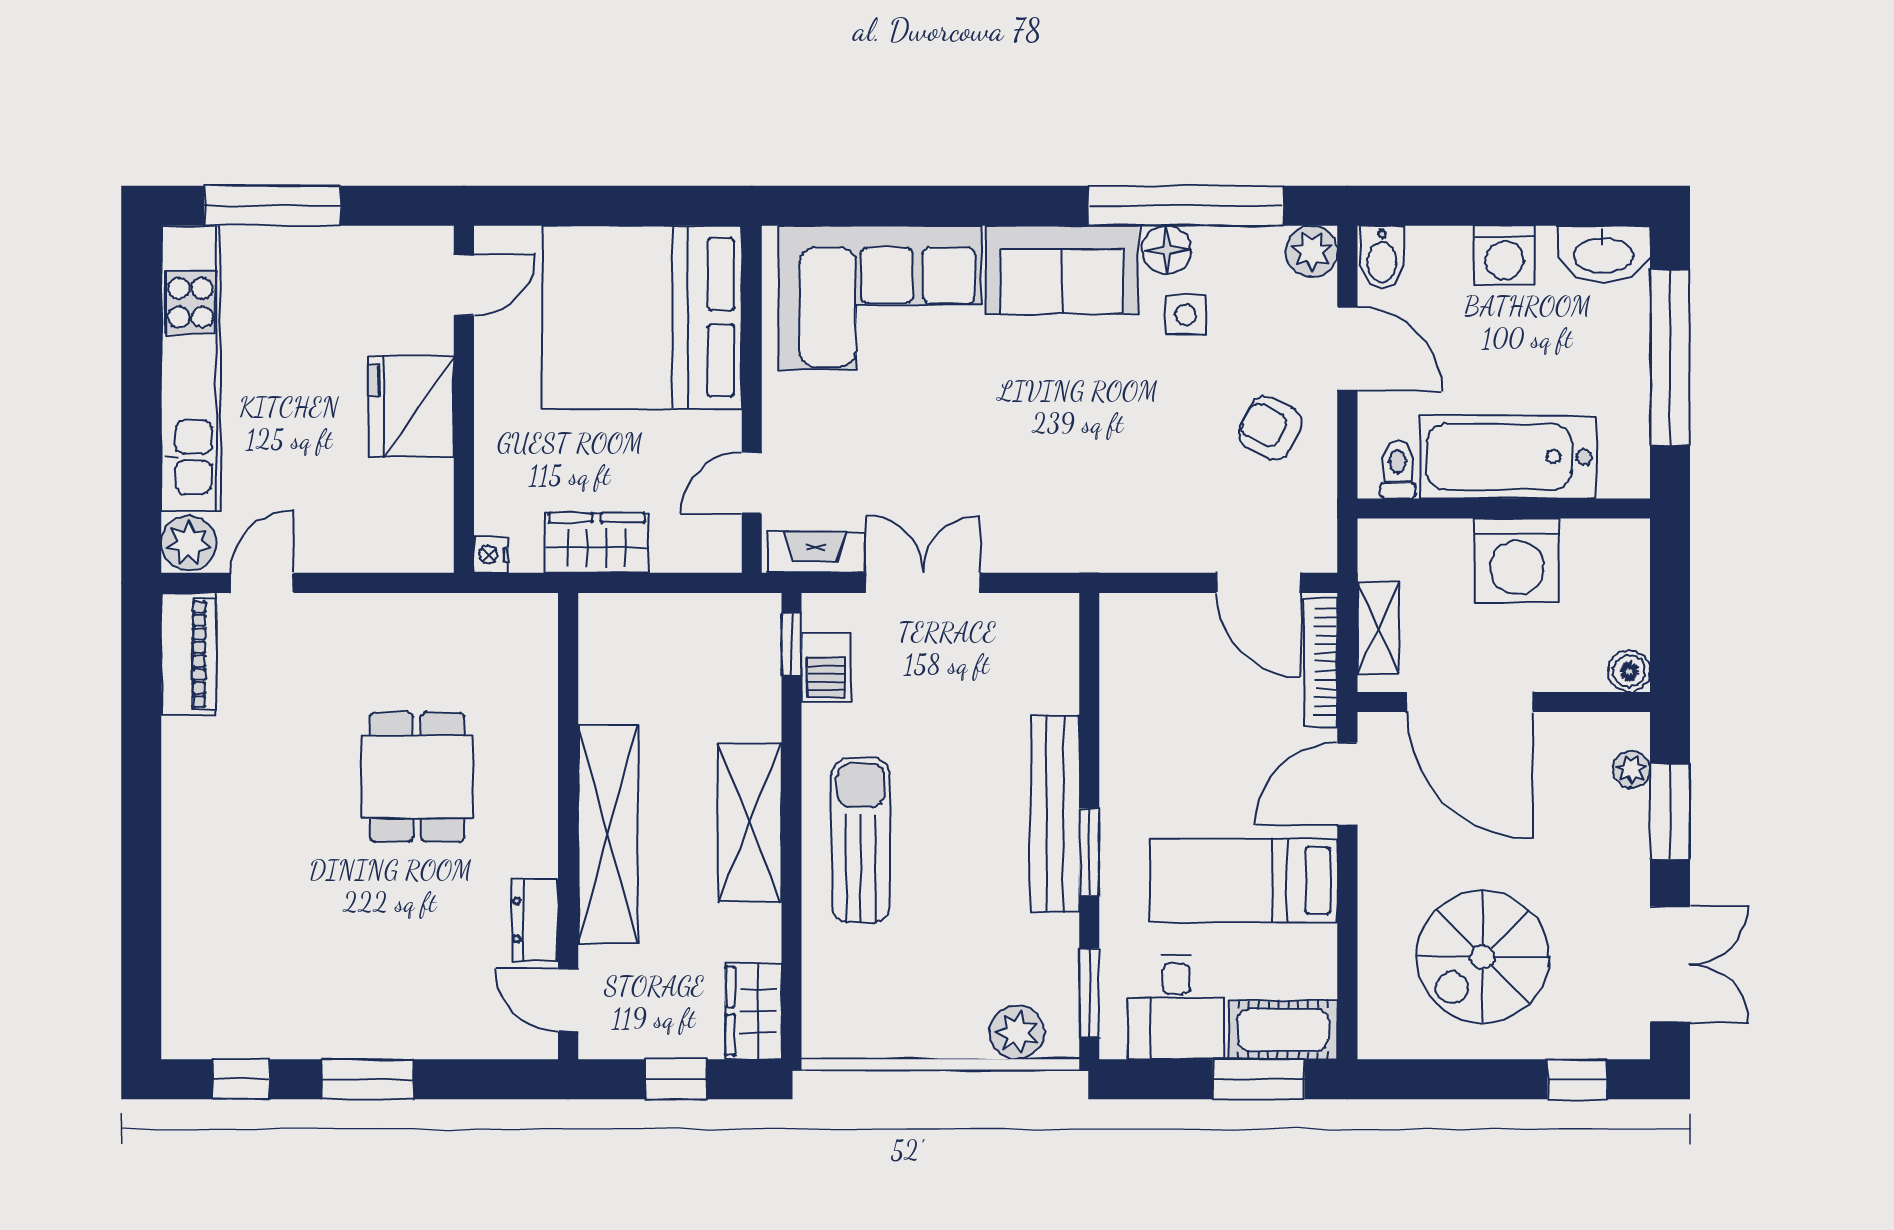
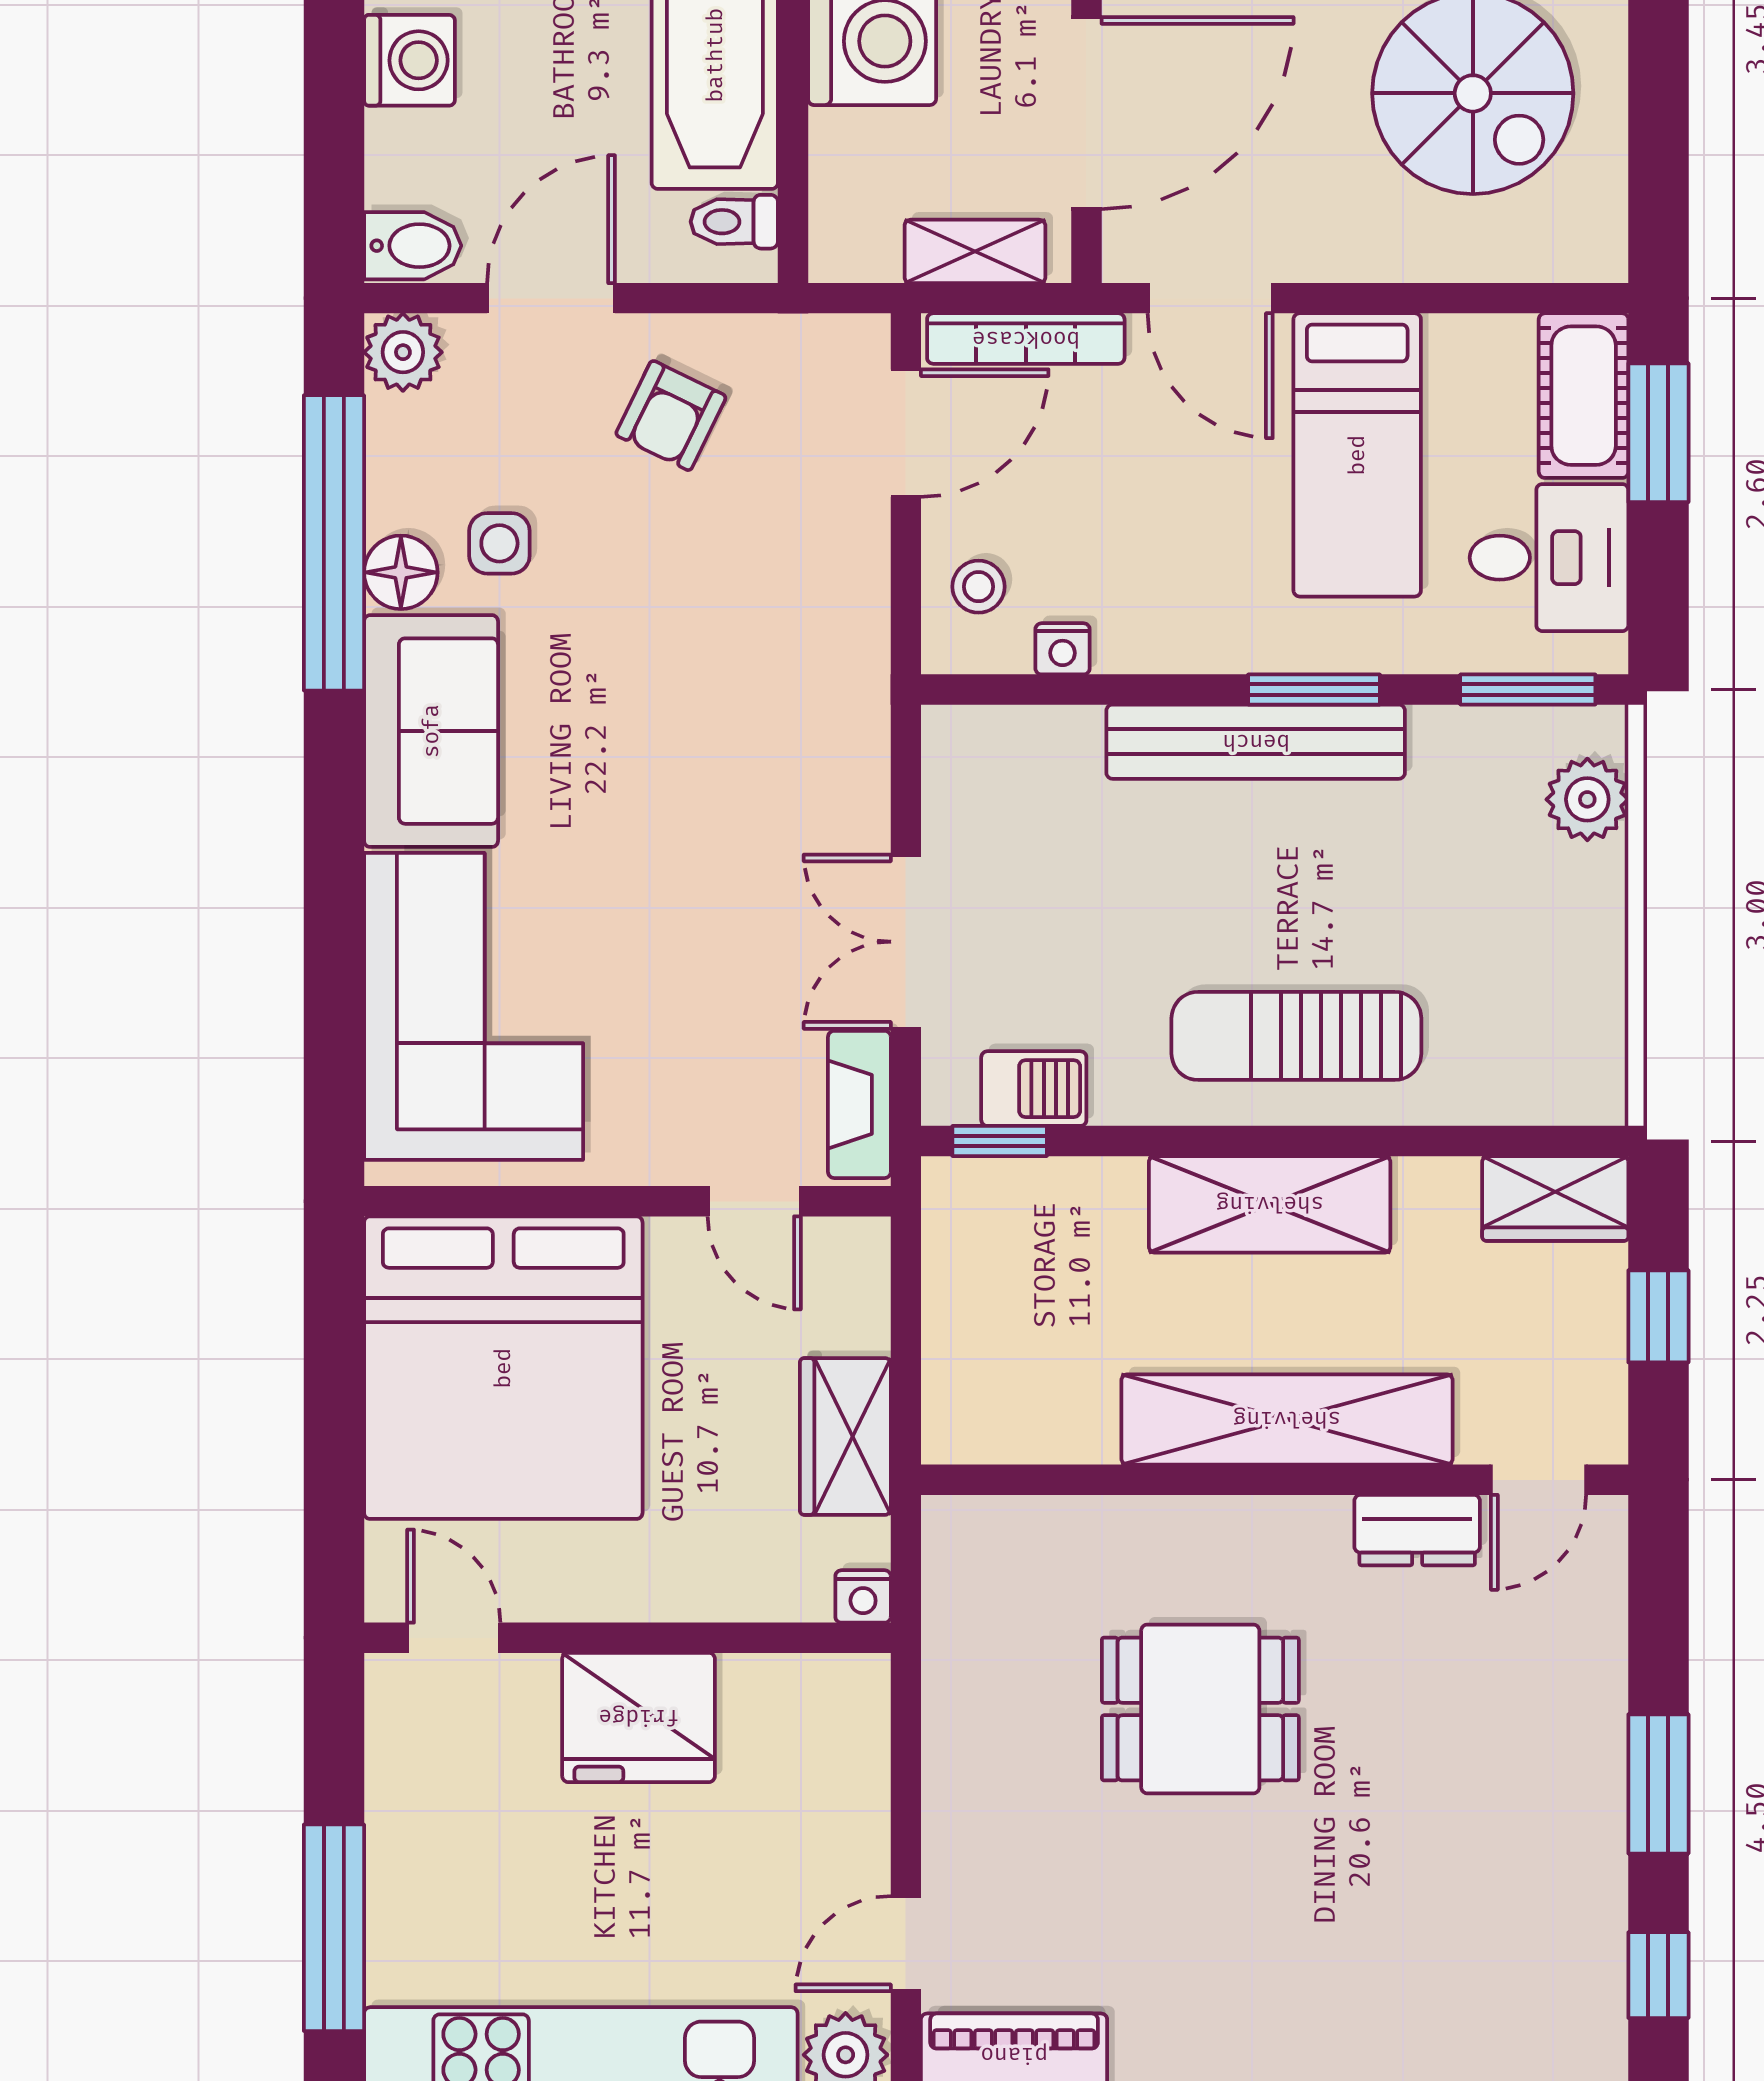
door: (262, 583) -> (906, 1944), hinge flipped
stool: (1157, 631) -> (979, 587), added
nightstand: (1116, 686) -> (1063, 649), added

